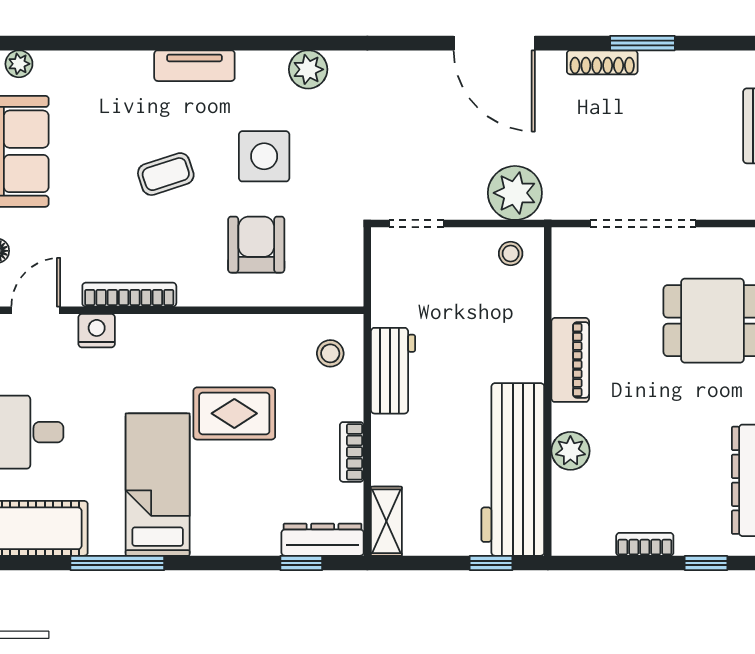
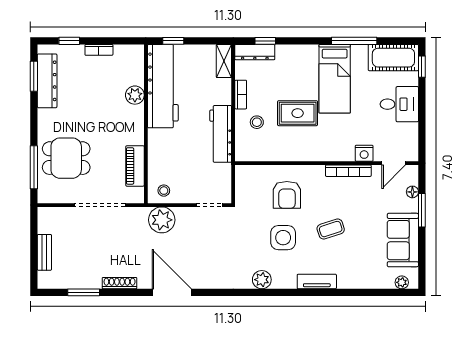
window: (642, 43) -> (84, 292), moved
stool: (330, 353) -> (257, 122), moved
piano: (570, 360) -> (135, 166), moved
workbench: (393, 371) -> (221, 134), width x1.38

